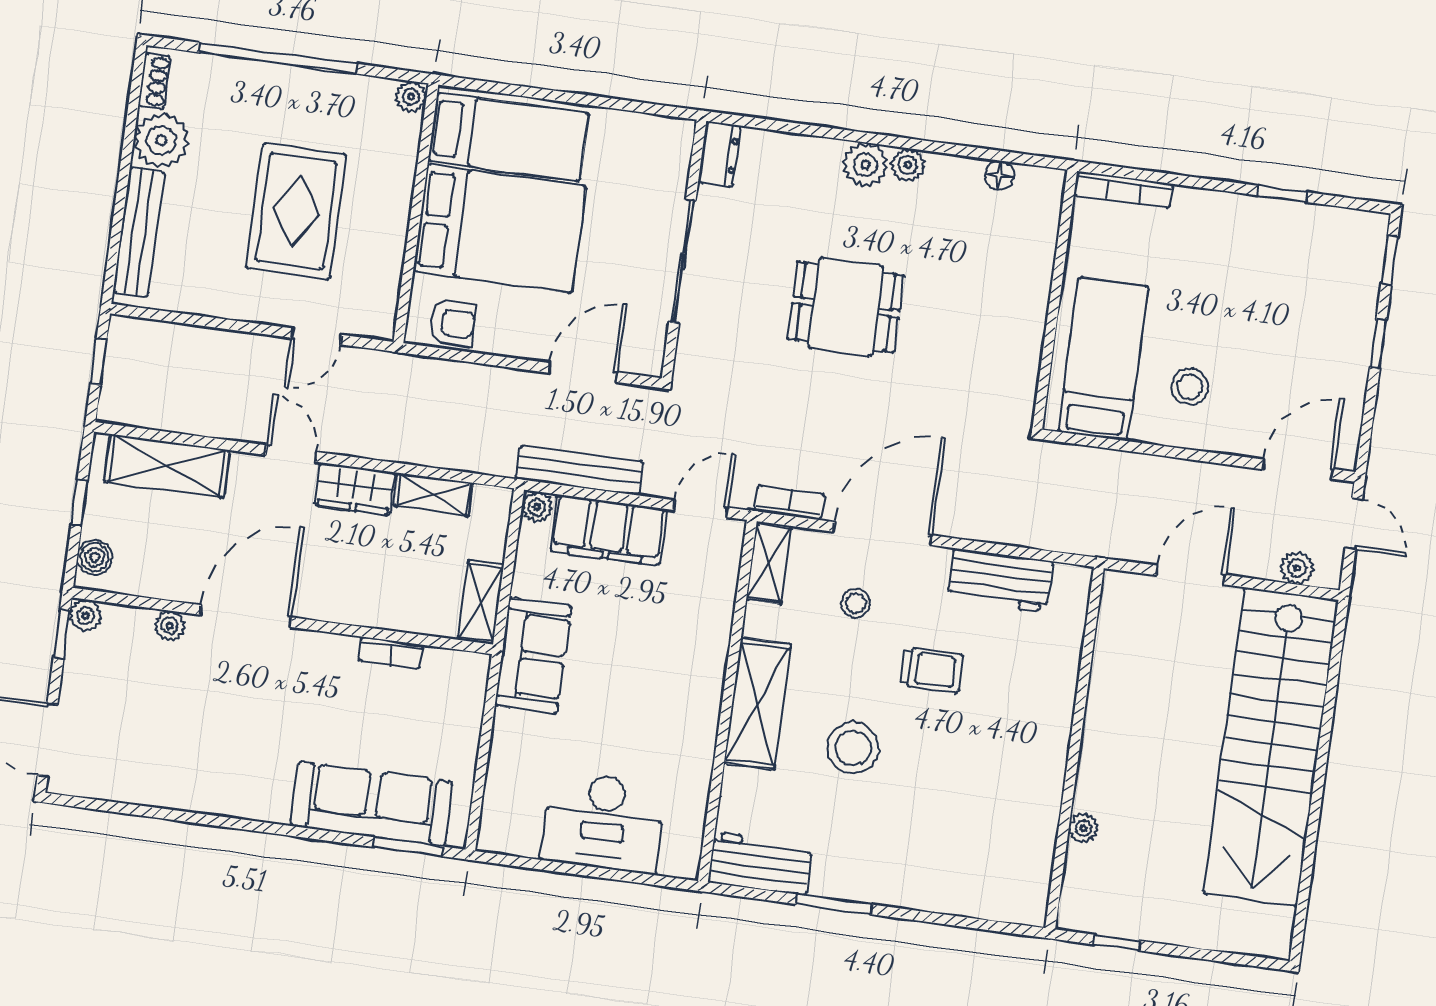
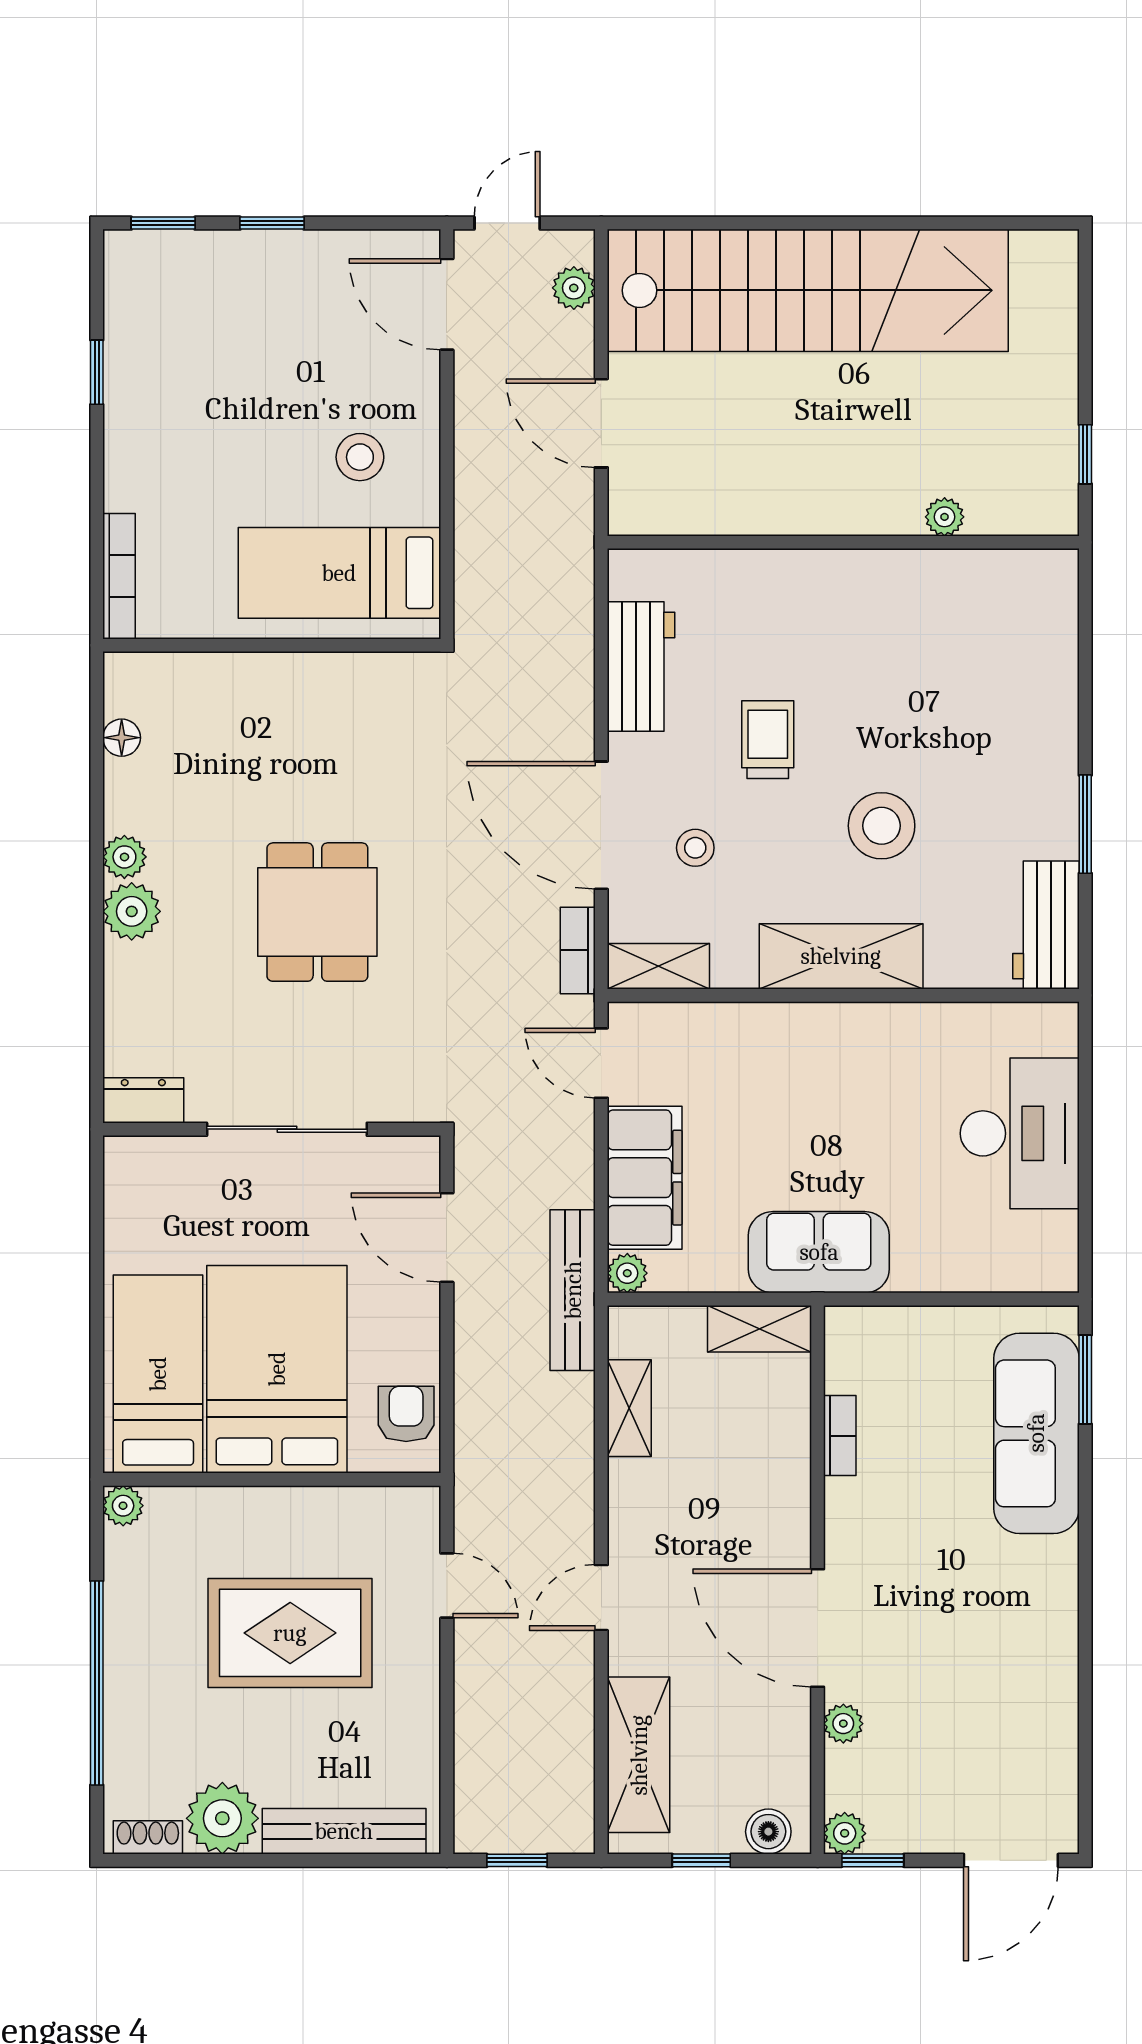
bench: (580, 470) -> (573, 1290), moved
wardrobe: (355, 489) -> (636, 1509), removed

